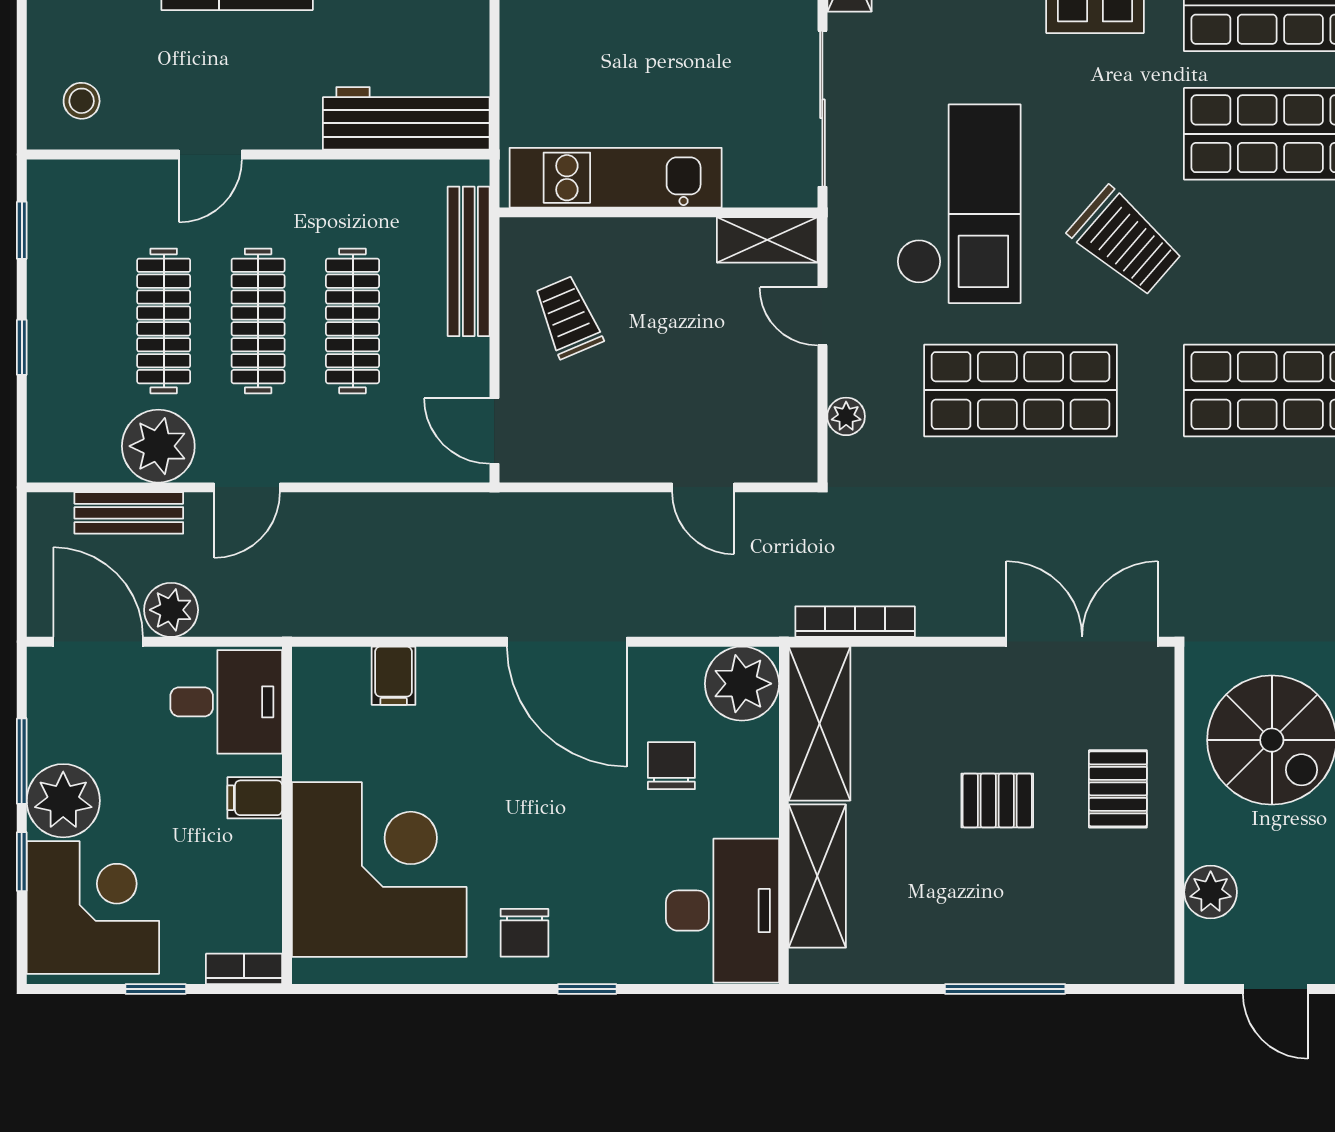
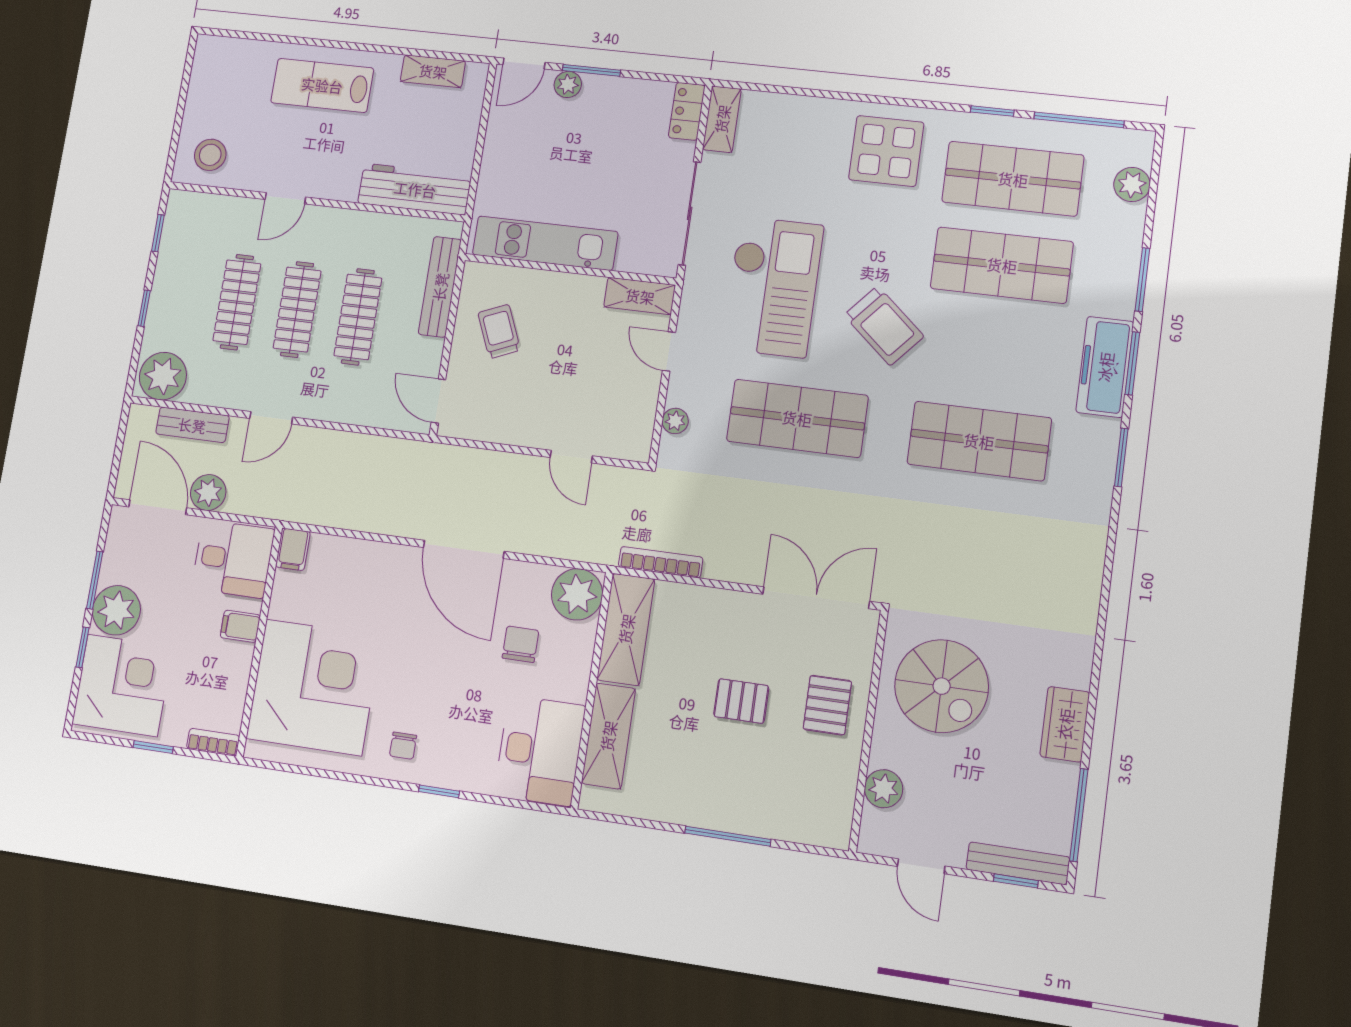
stool: (82, 101) -> (210, 155), width x1.37, depth x1.37
plant: (158, 446) -> (163, 376), moved
filing cabinet: (394, 676) -> (293, 549), moved
chair: (524, 933) -> (403, 746), width x0.73, depth x0.73

